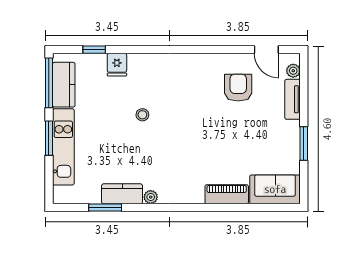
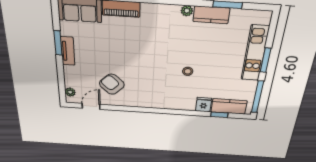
door: (266, 50) -> (91, 106), hinge flipped
kitchen counter: (64, 85) -> (229, 106), moved, turned 90
armchair: (238, 88) -> (112, 84), turned 134
tv unit: (293, 99) -> (68, 51), moved

